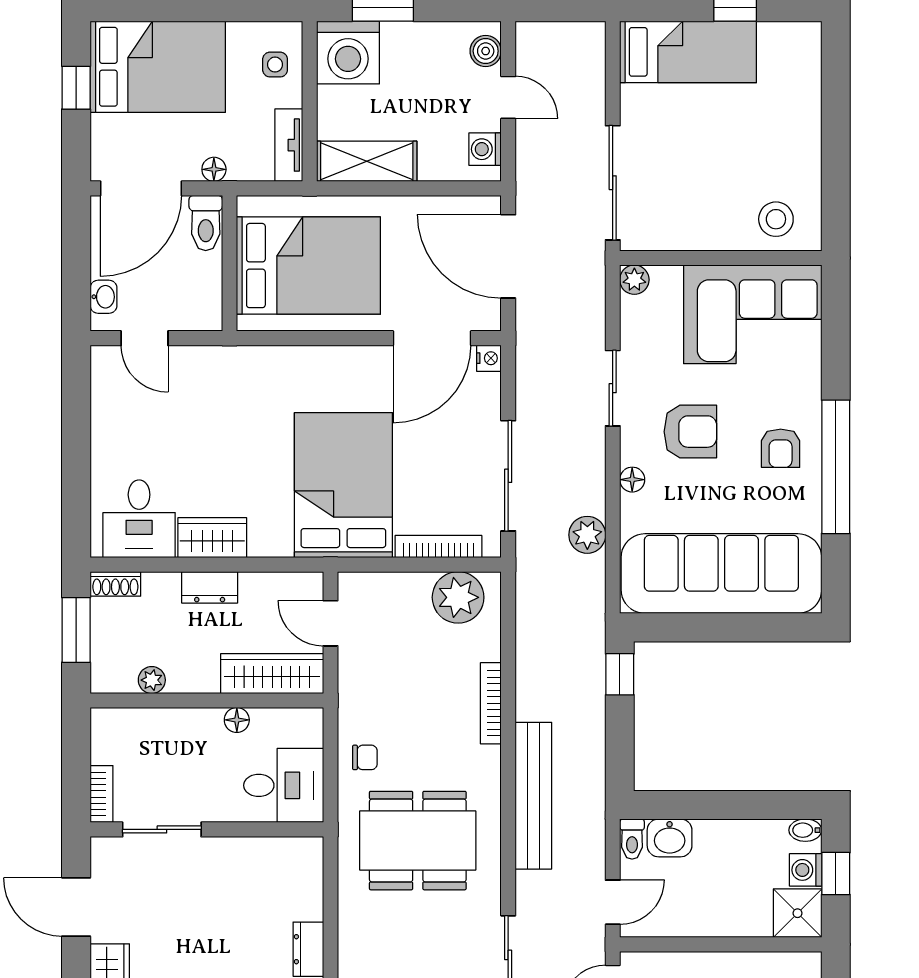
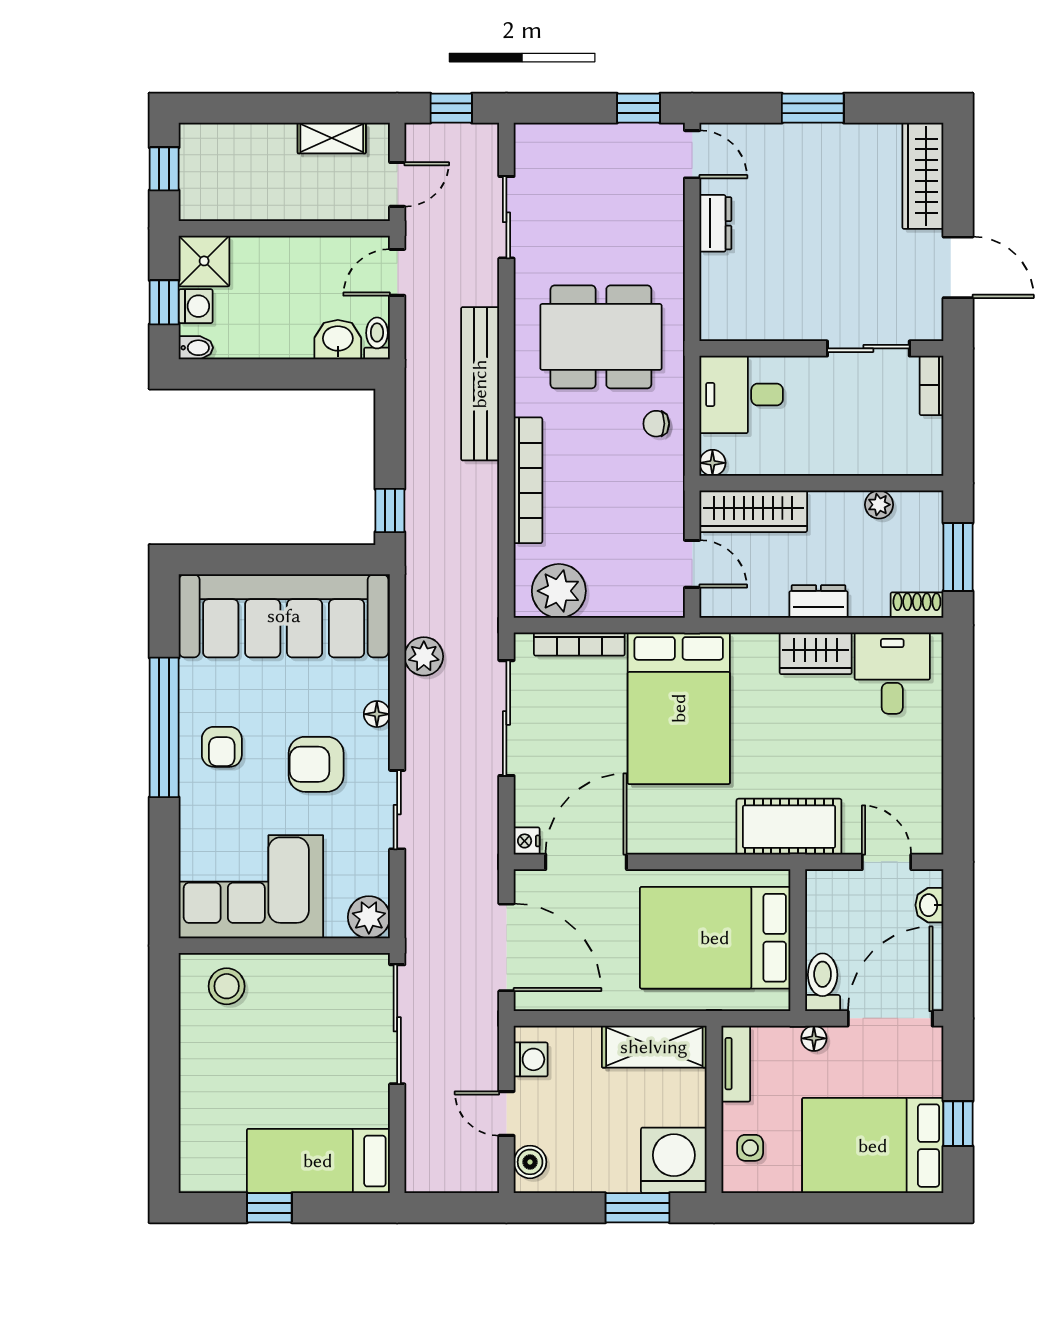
plant: (634, 280) -> (369, 917), width x1.38, depth x1.38
cot: (238, 372) -> (789, 827), added
armchair: (781, 448) -> (222, 747), turned 180
bookcase: (491, 703) -> (528, 480), width x1.48, depth x1.31
floor lamp: (237, 720) -> (712, 463), moved

